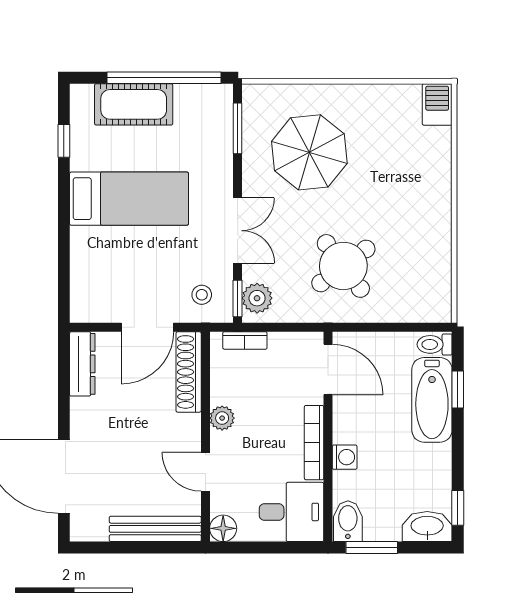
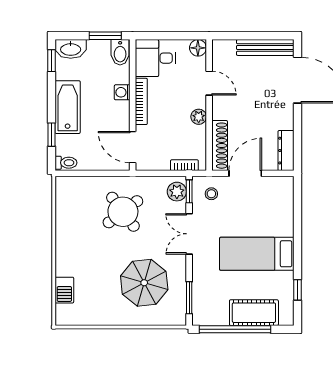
barbecue: (437, 104) -> (64, 290), moved
bathtub: (432, 400) -> (68, 107), moved
bench: (155, 529) -> (265, 47), moved

